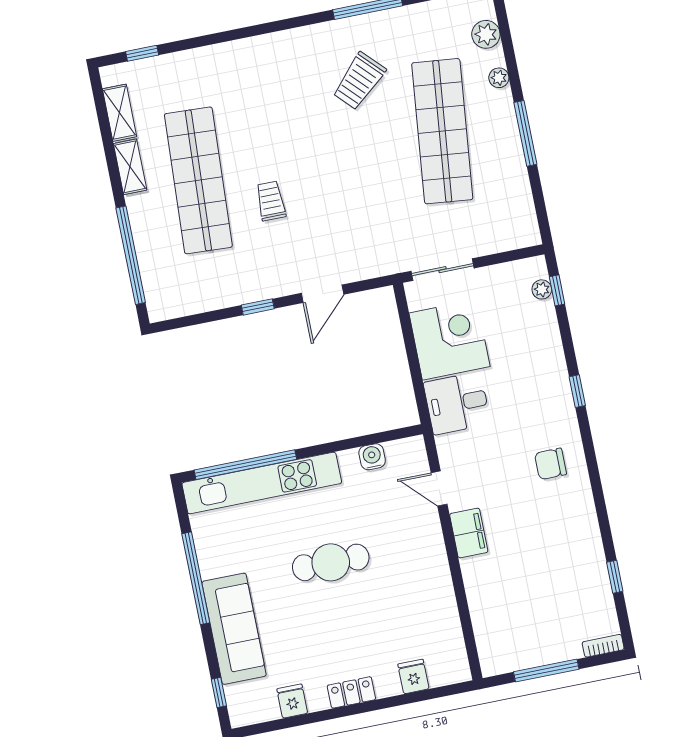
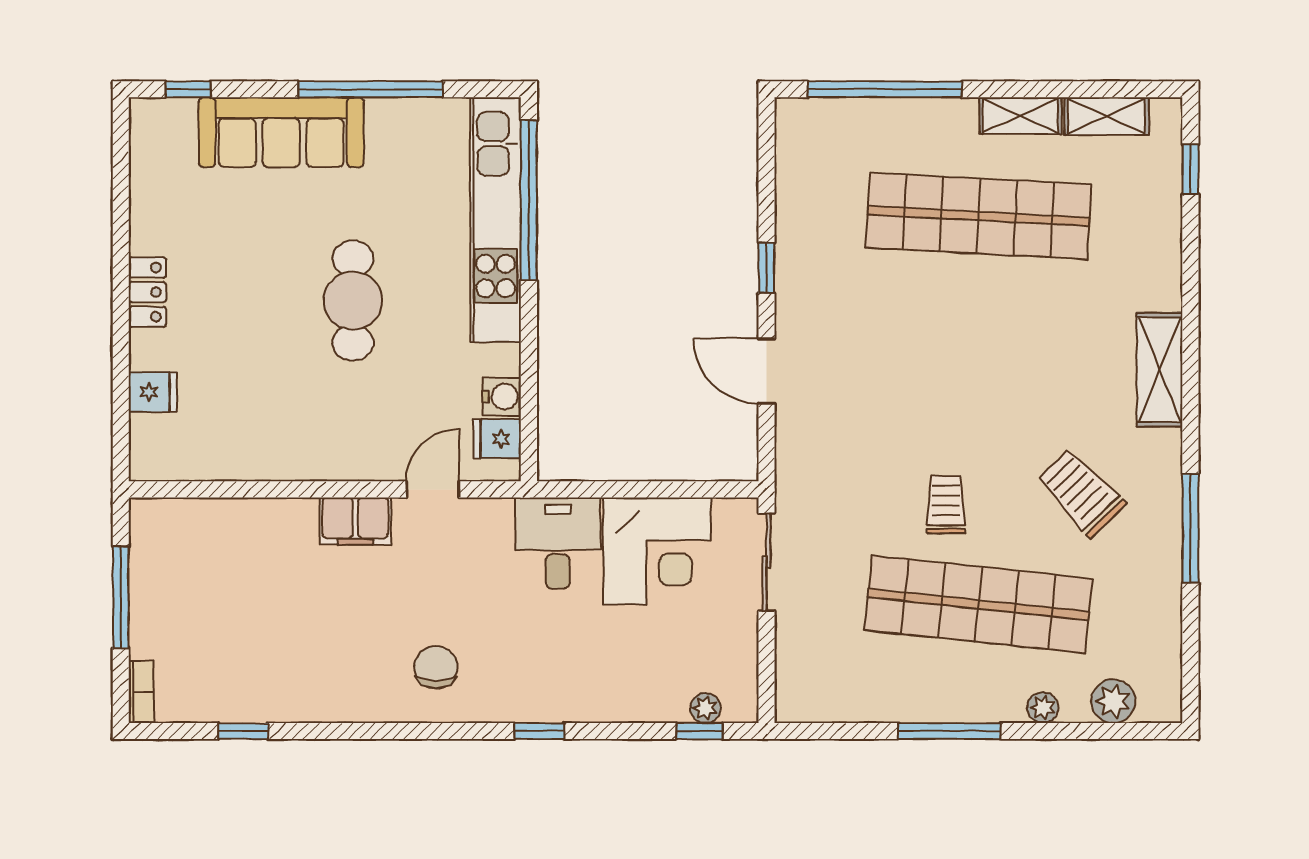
shelving: (272, 47) -> (1160, 370), added
trolley: (271, 201) -> (946, 505), moved, turned -90
fridge: (292, 701) -> (497, 439), moved, turned 180

